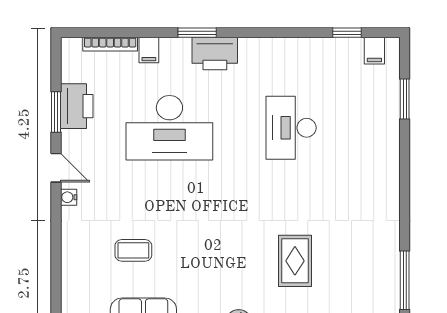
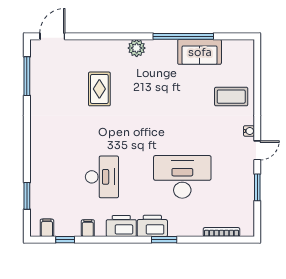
filing cabinet: (149, 50) -> (88, 228), moved
printer: (77, 106) -> (121, 226), moved, turned 90
door: (56, 168) -> (257, 150), swing flipped
coffee table: (133, 250) -> (231, 97), moved, width x1.36, depth x1.30

